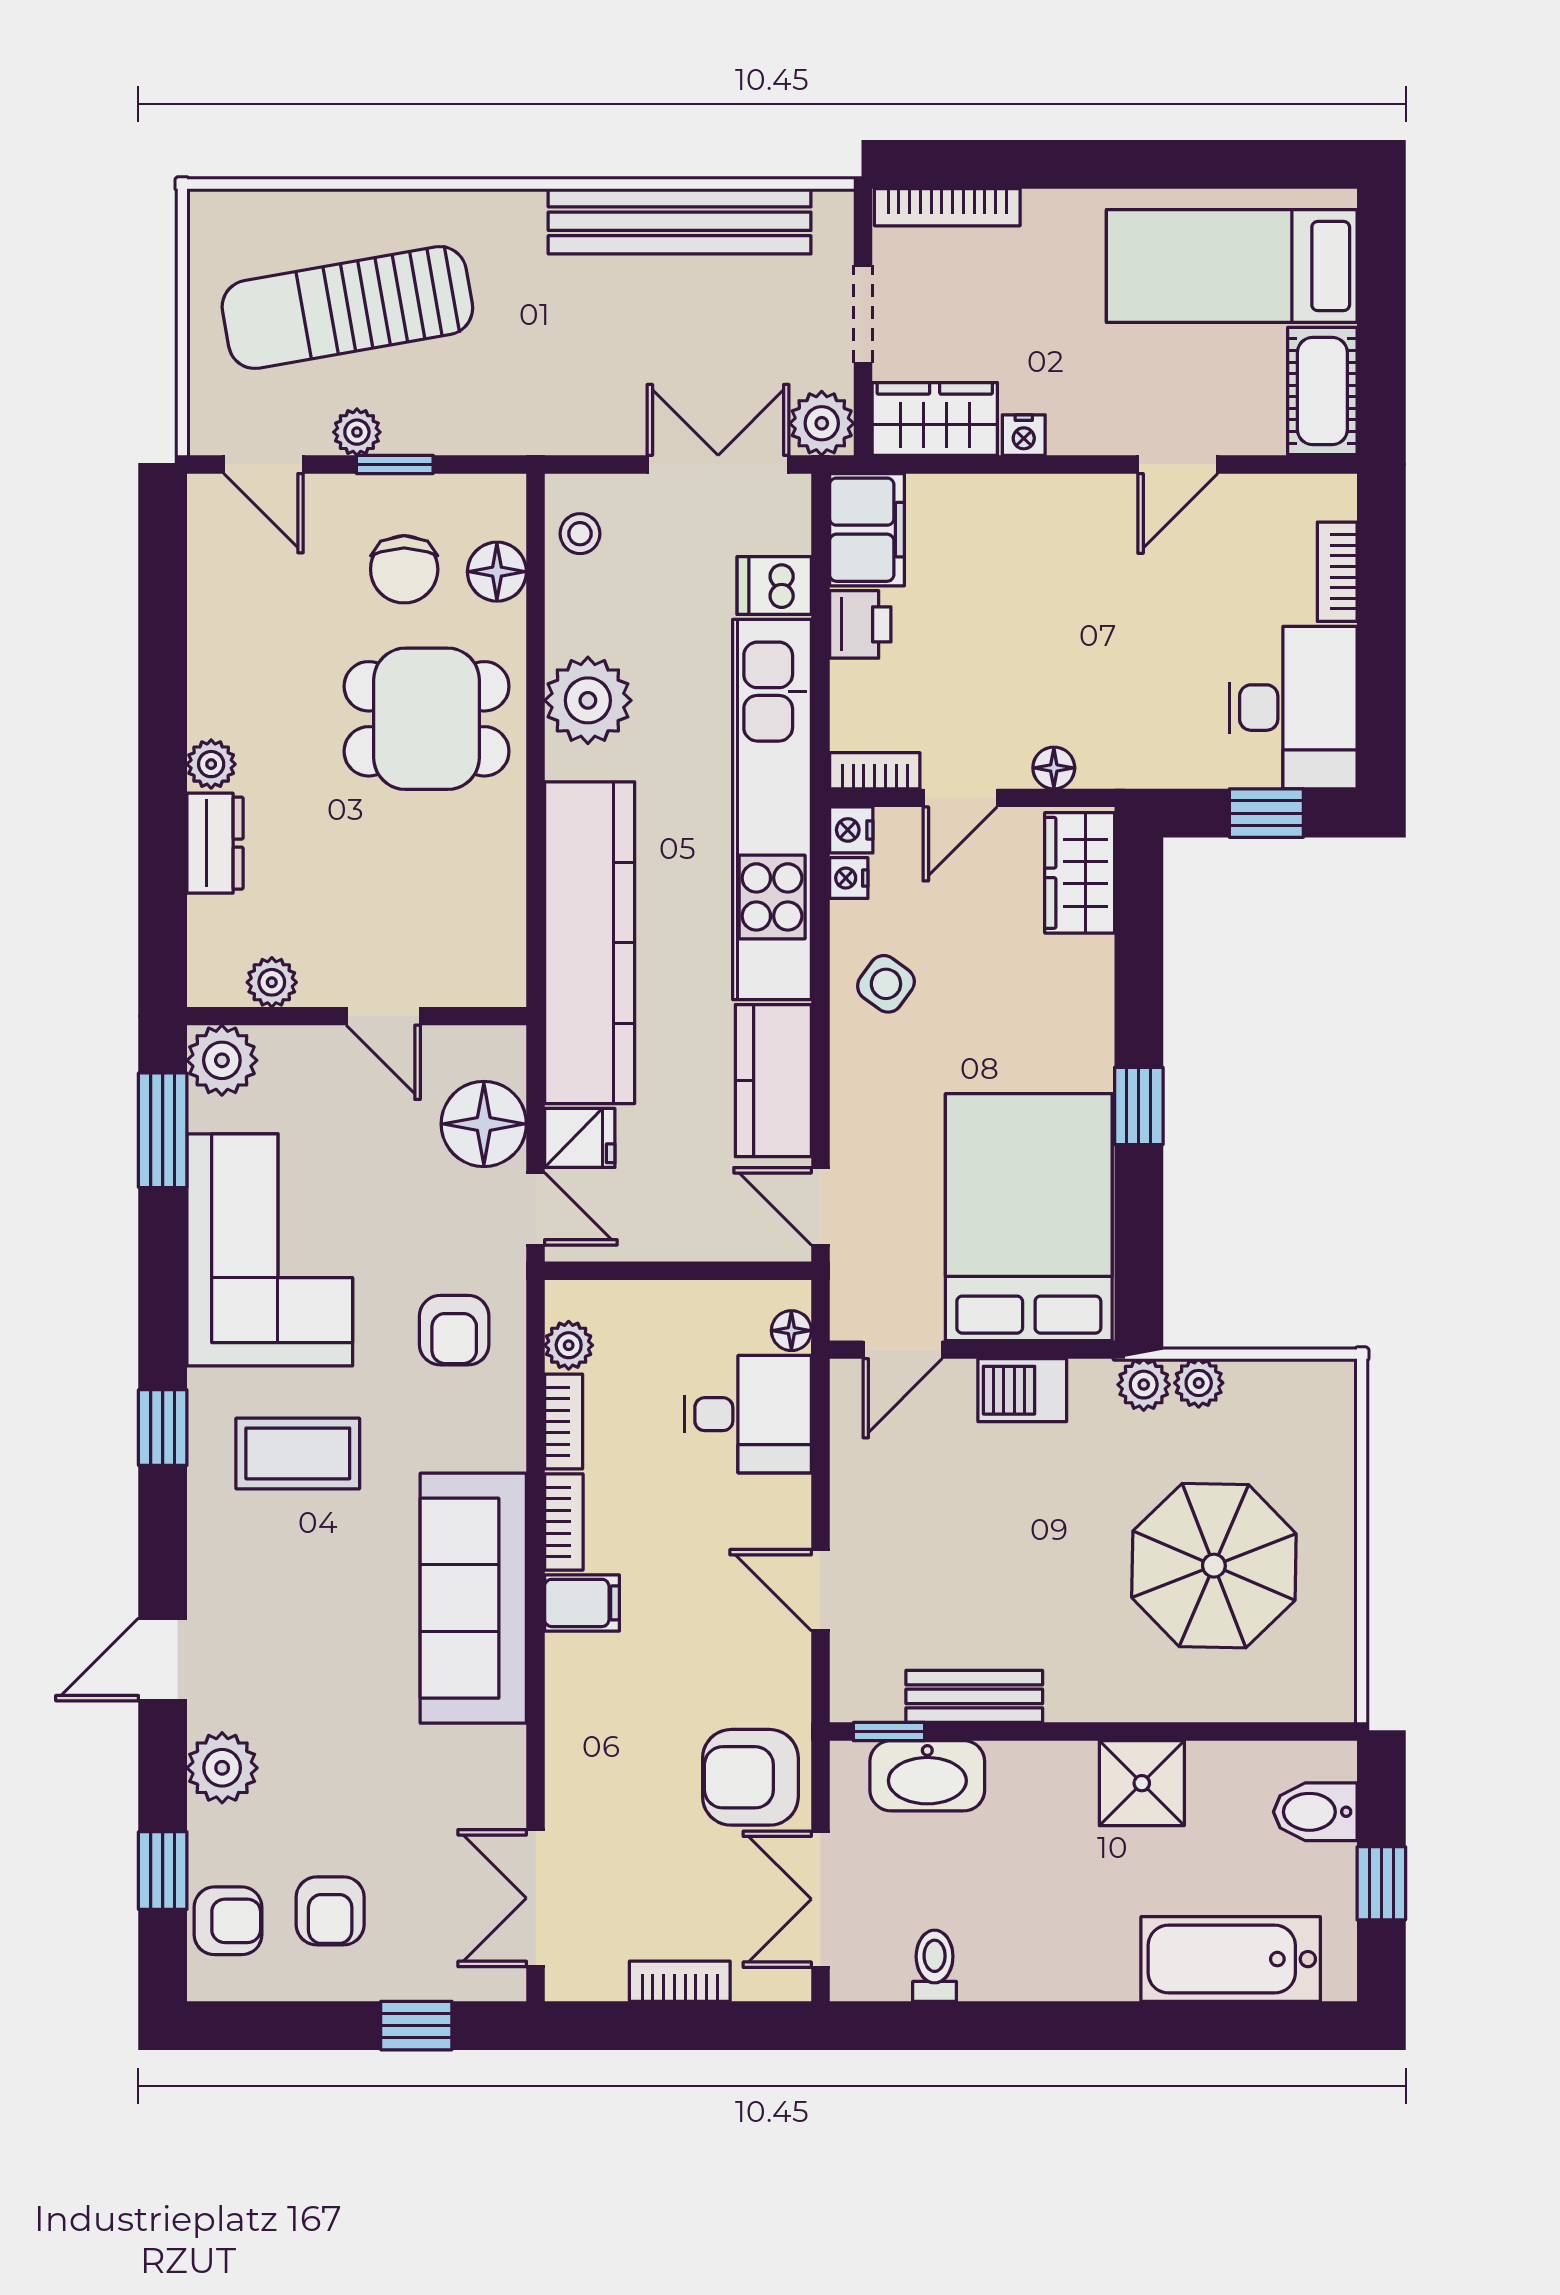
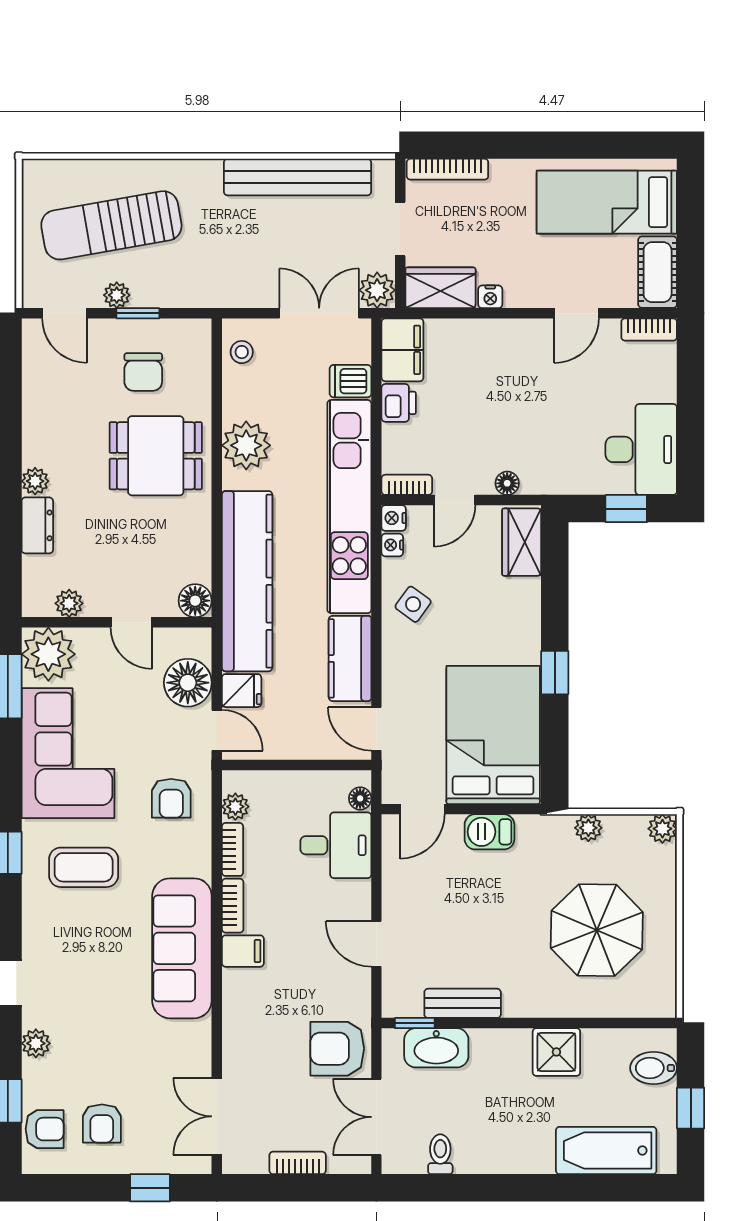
floor lamp: (497, 572) -> (195, 601), moved
bookcase: (1337, 572) -> (649, 329), moved, turned -90
plant: (222, 1060) -> (48, 654), width x1.36, depth x1.36
plant: (1144, 1385) -> (662, 829), moved
plant: (222, 1768) -> (36, 1043), width x0.73, depth x0.73

